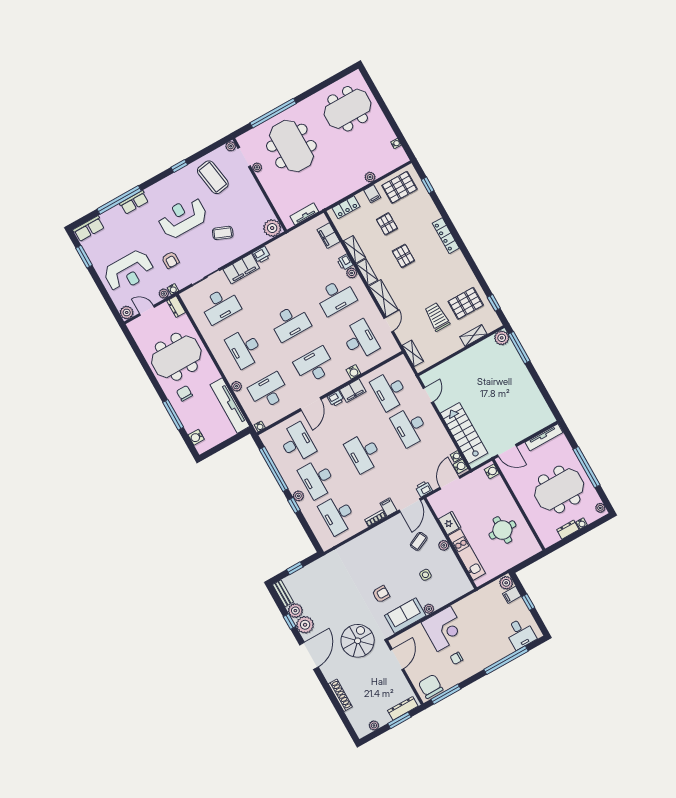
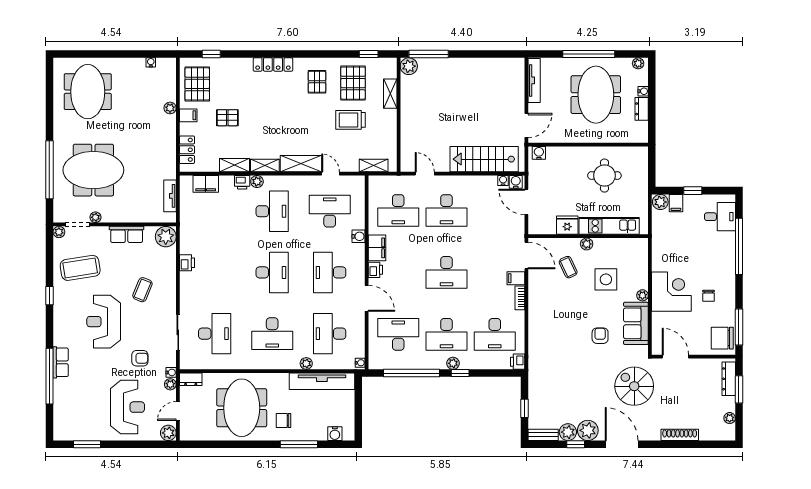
row of seats: (89, 229) -> (127, 234), moved, turned 90
pallet: (403, 256) -> (317, 82), moved, turned 90
filing cabinet: (241, 269) -> (189, 291), removed
printer: (424, 489) -> (518, 362), moved
side table: (425, 575) -> (606, 279), width x1.87, depth x1.87

